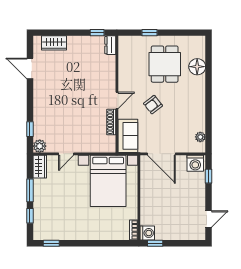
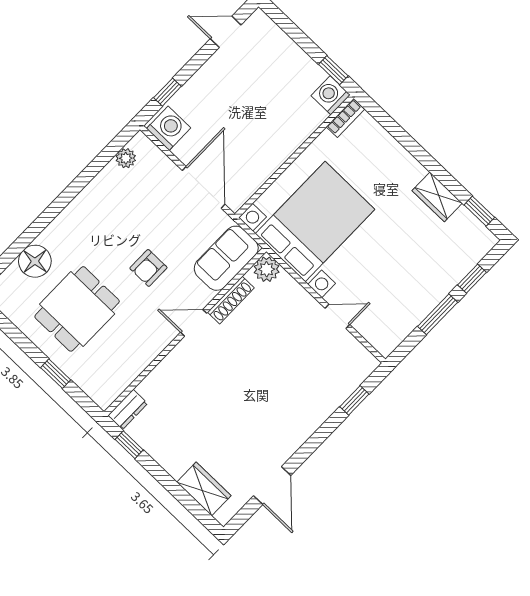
armchair: (153, 105) -> (148, 268), turned 128
plant: (40, 146) -> (267, 269), moved
wardrobe: (40, 167) -> (437, 197), moved, turned -90

